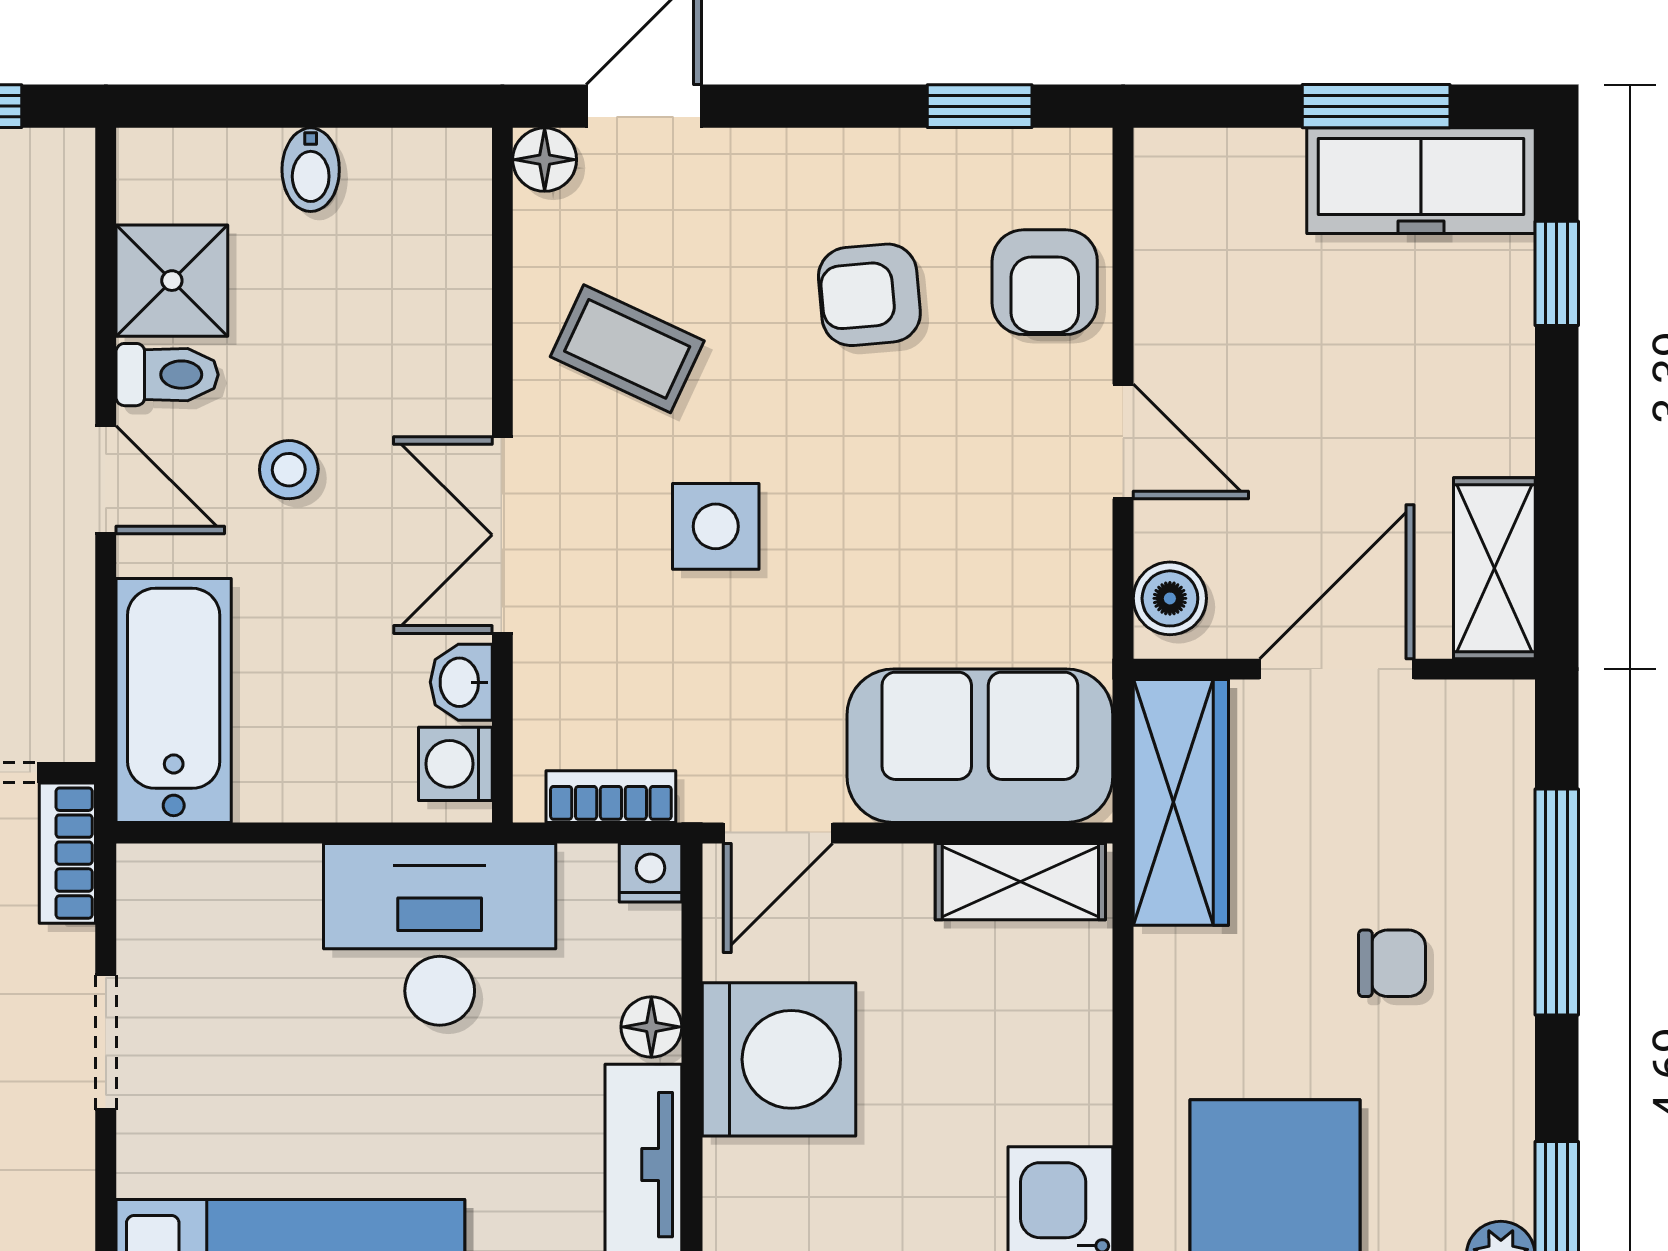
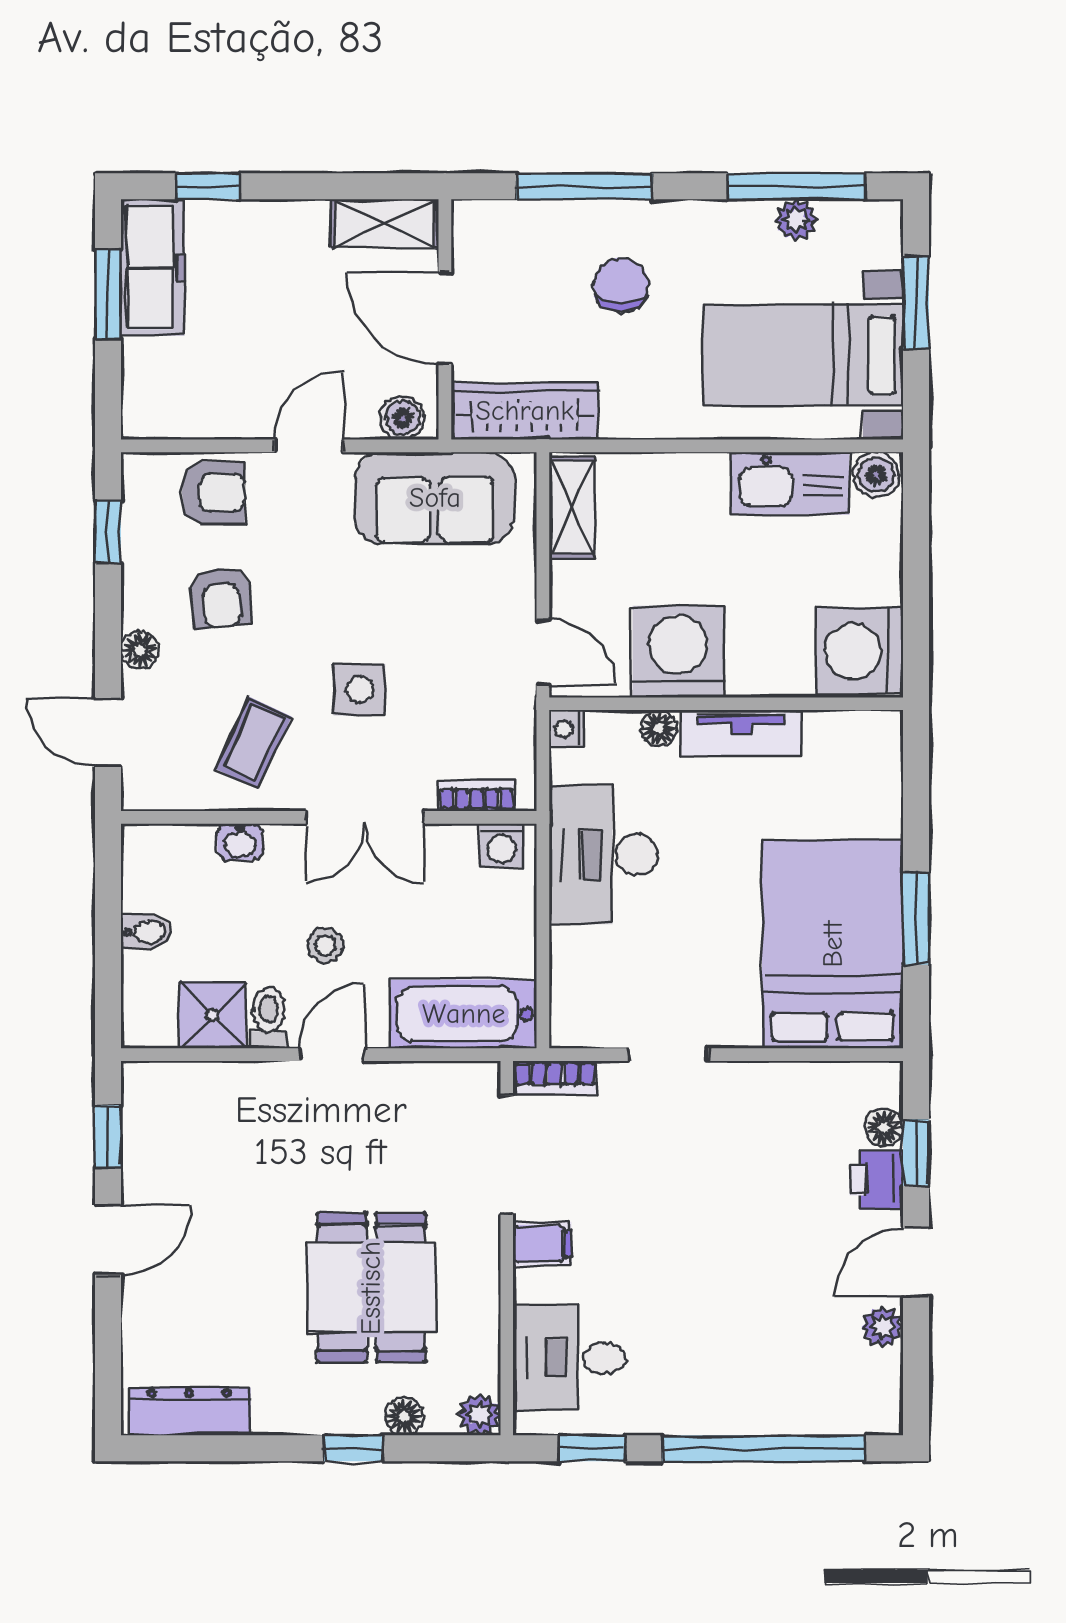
floor lamp: (545, 160) -> (140, 650), moved
washbasin: (461, 682) -> (240, 842), moved
sofa: (980, 746) -> (435, 498), moved, turned -90
bookcase: (611, 797) -> (477, 796), moved, turned 90
chair: (1392, 963) -> (621, 285), width x1.37, depth x1.37

